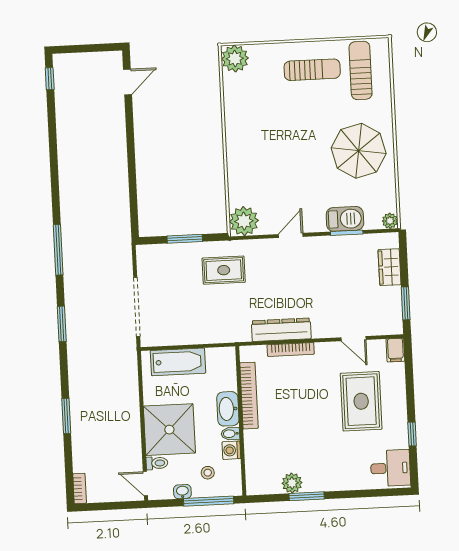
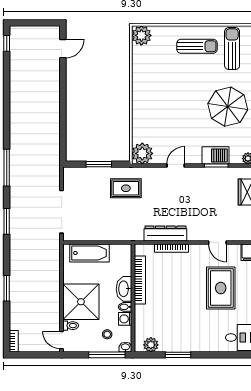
plant: (292, 483) -> (151, 345), moved
washbasin: (182, 492) -> (125, 347), moved

